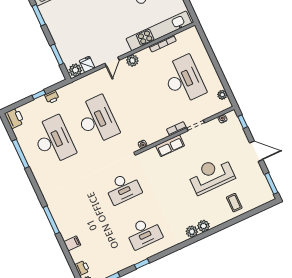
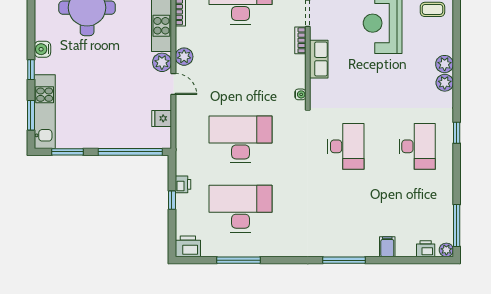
window: (57, 55) -> (130, 152), width x2.11
plant: (75, 70) -> (162, 62), moved
window: (142, 264) -> (457, 133), moved

